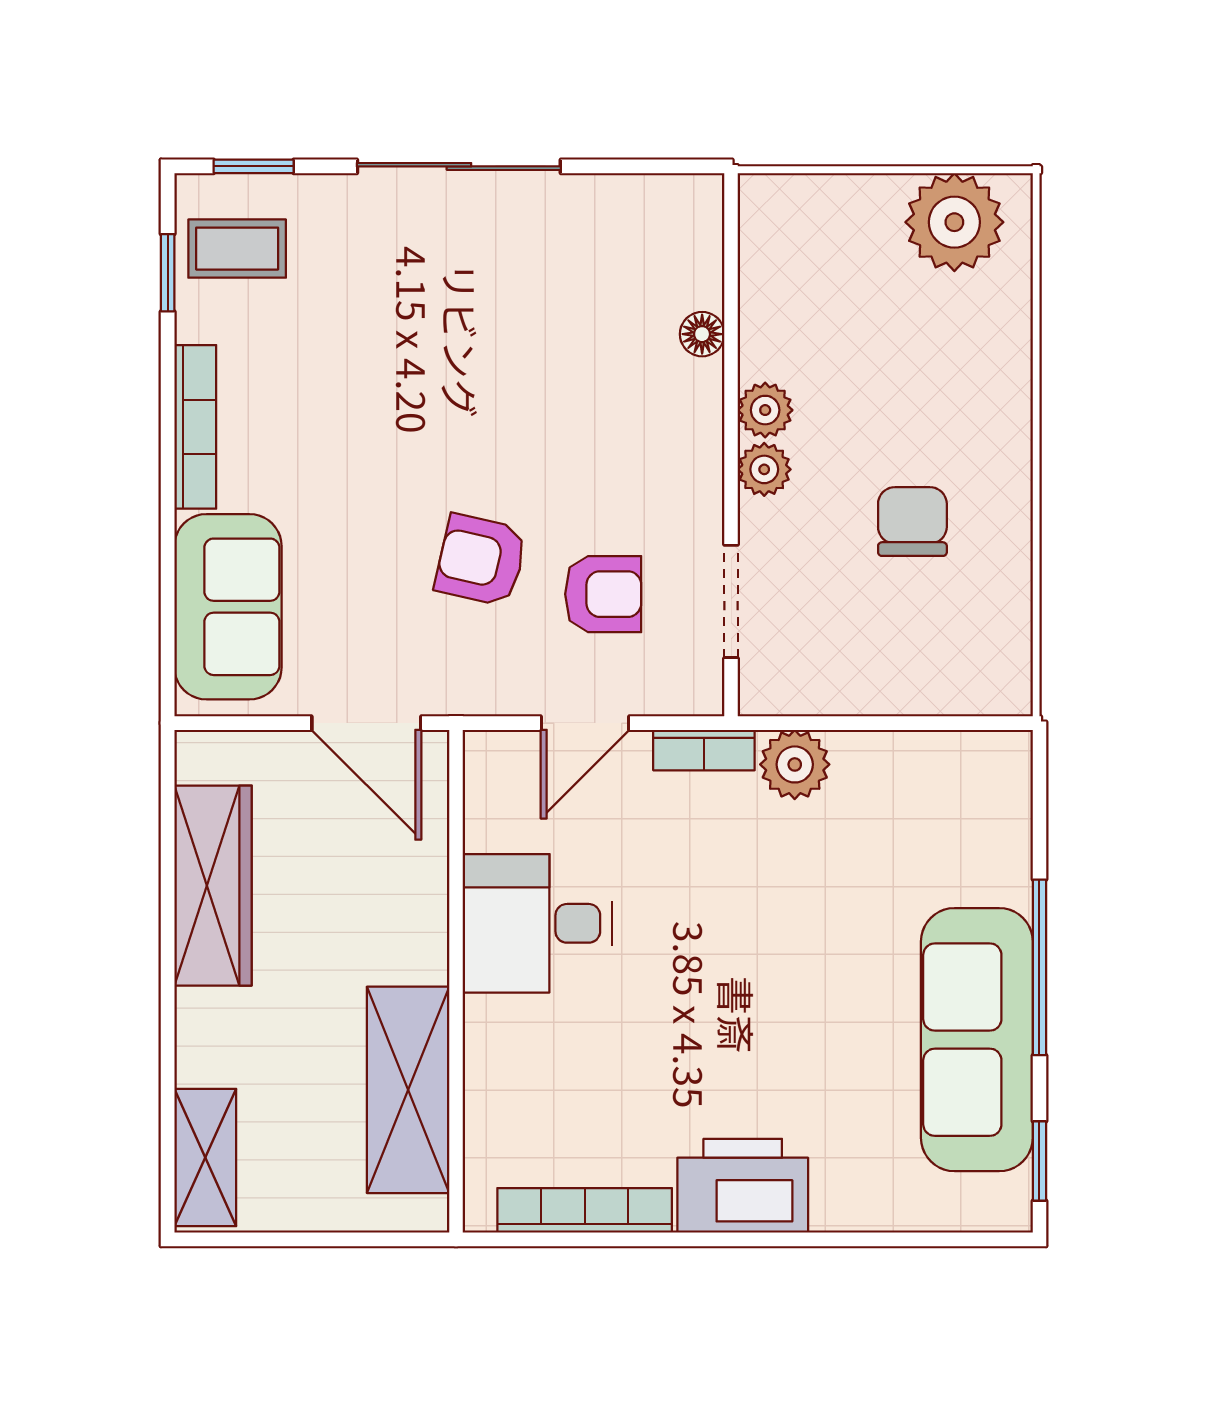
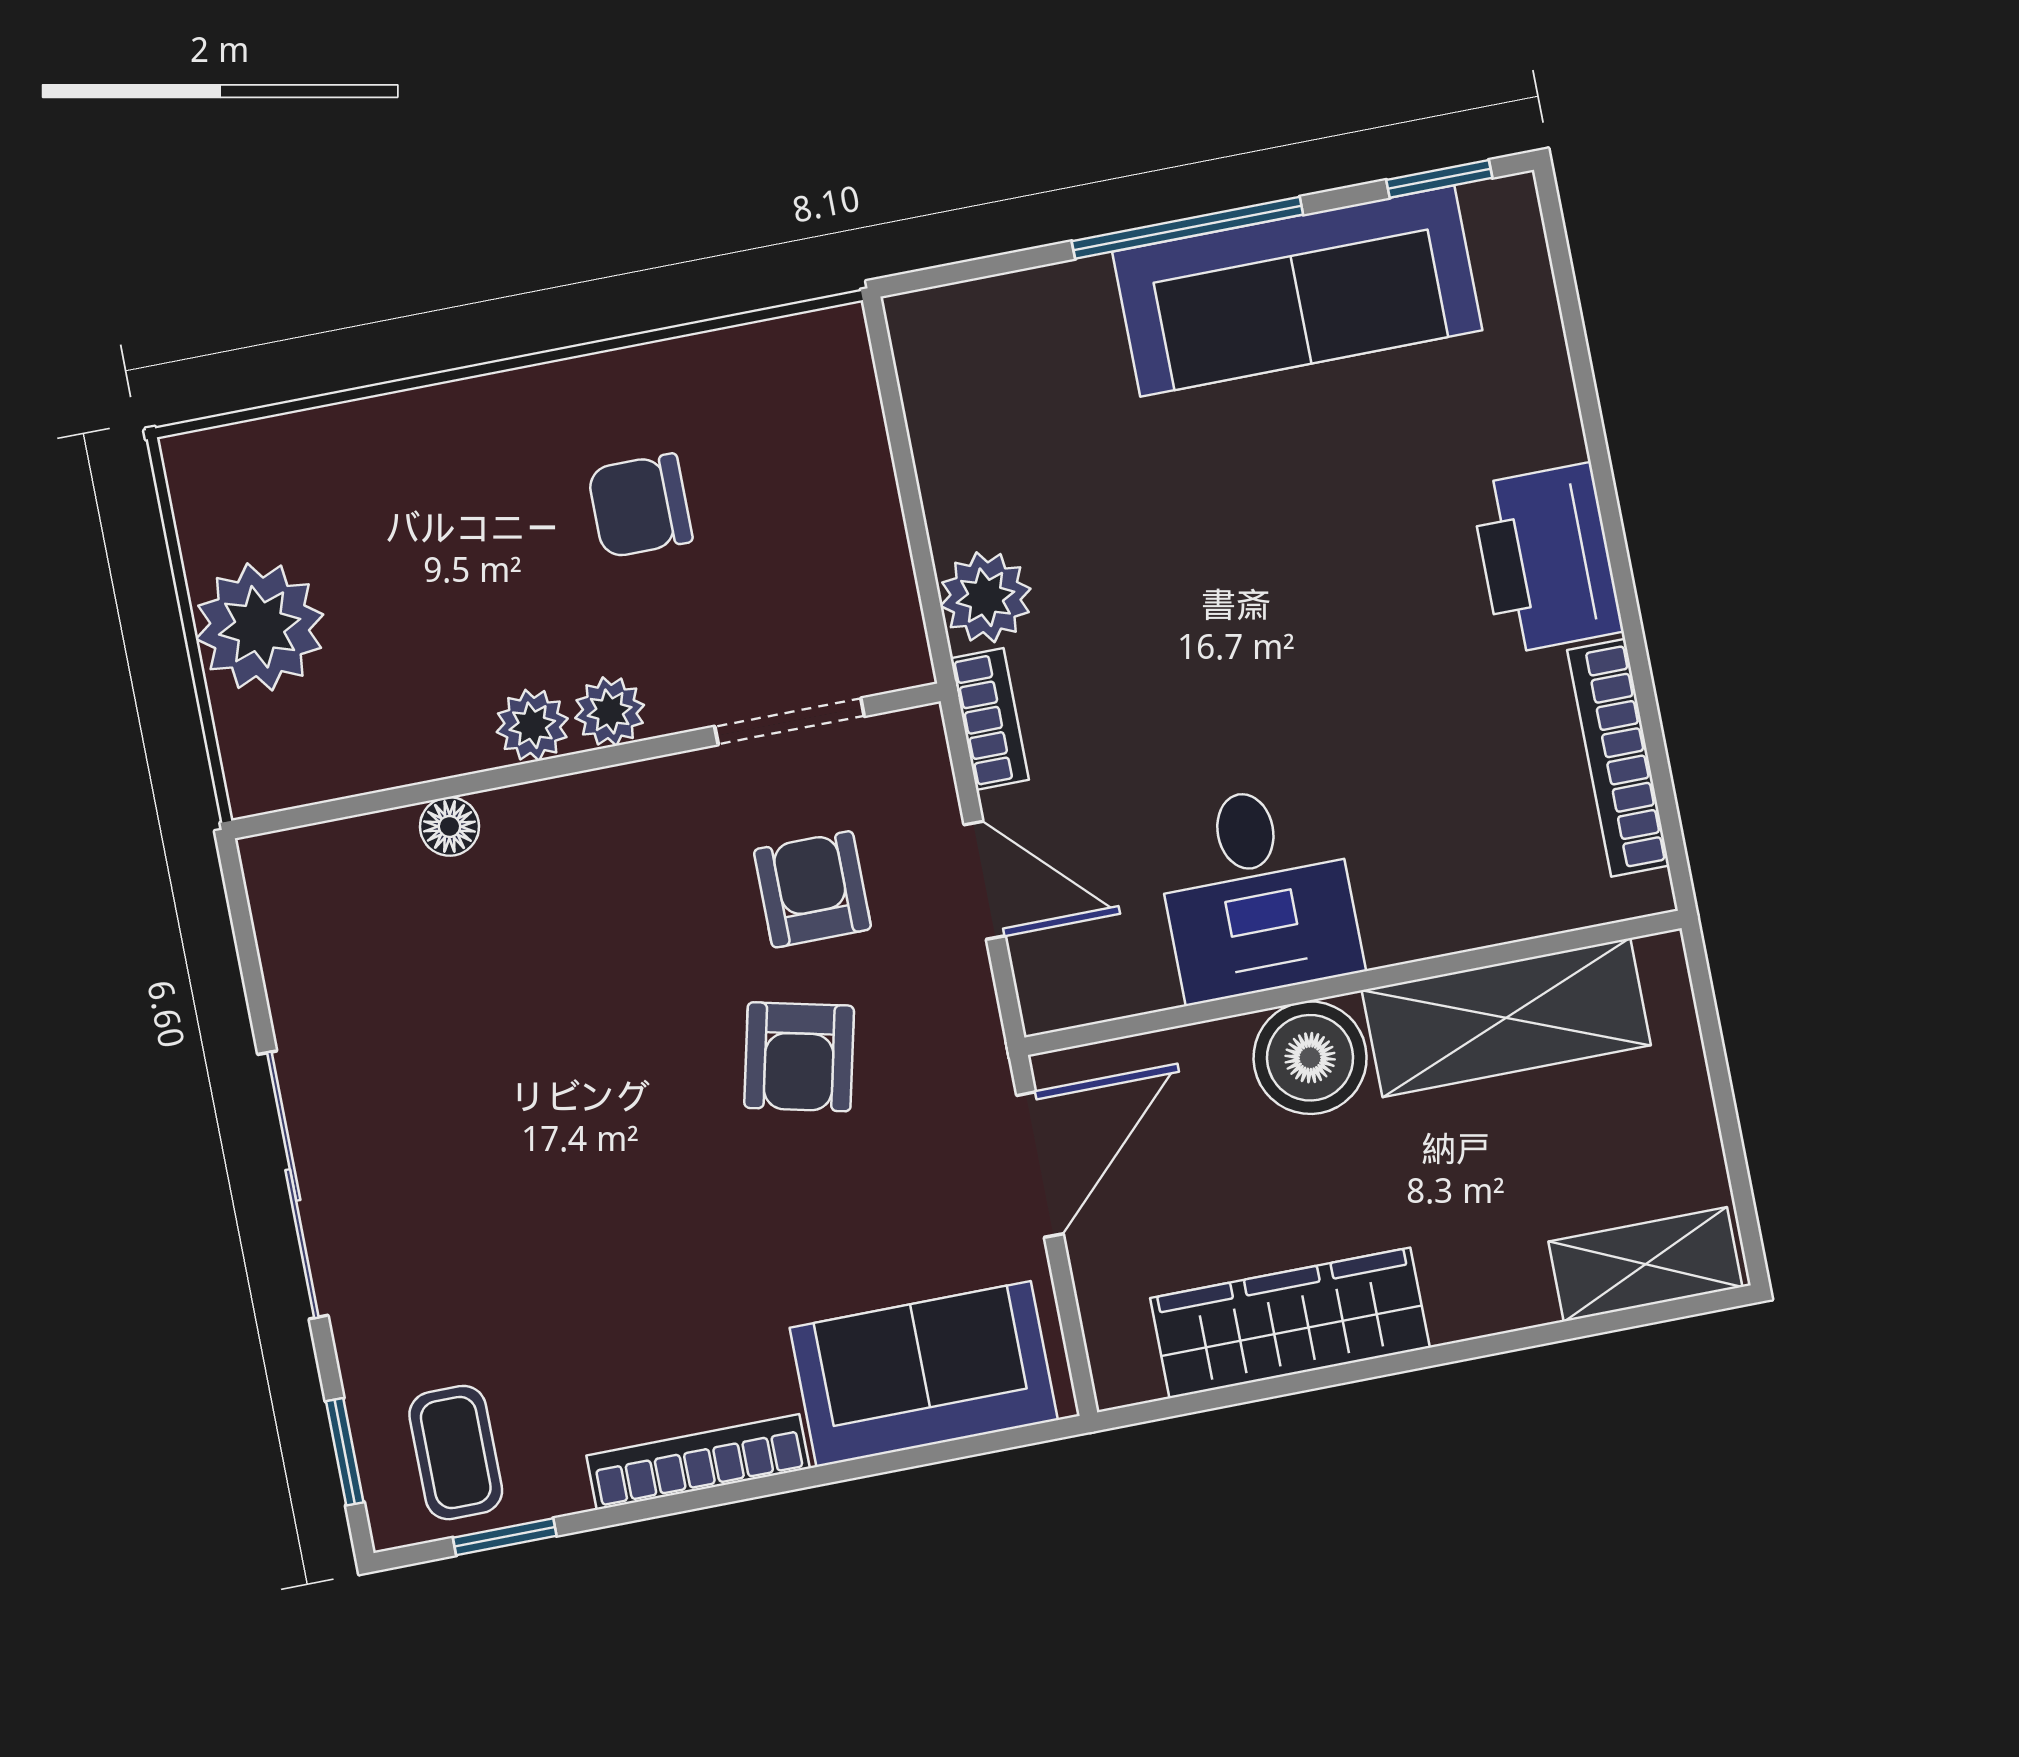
plant: (954, 222) -> (260, 627), moved
boiler: (407, 939) -> (1310, 1058), added

